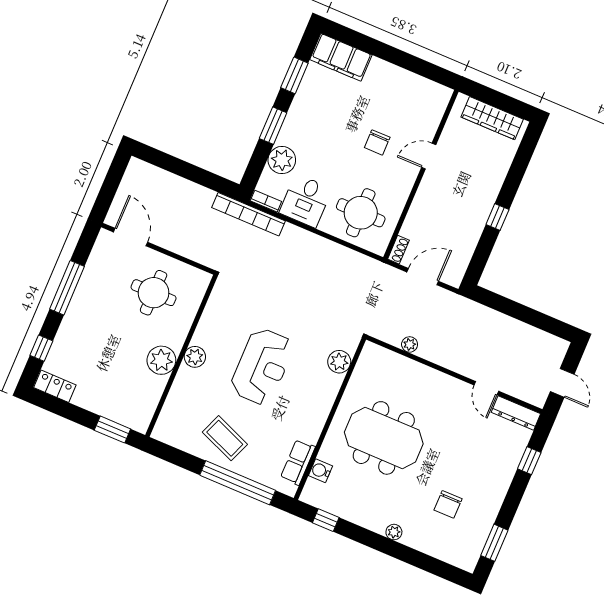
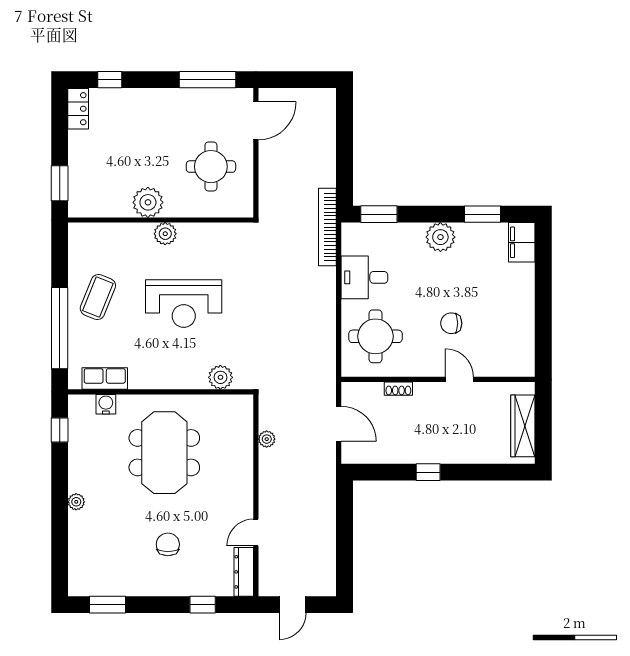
filing cabinet: (341, 57) -> (522, 242), width x0.67, depth x0.86
window: (273, 126) -> (379, 214), moved
plant: (282, 160) -> (440, 237), moved
bookcase: (266, 201) -> (347, 239), removed
shoe rack: (398, 250) -> (398, 389), moved
window: (67, 288) -> (208, 80), moved
chair: (448, 504) -> (168, 544), moved, turned 90

